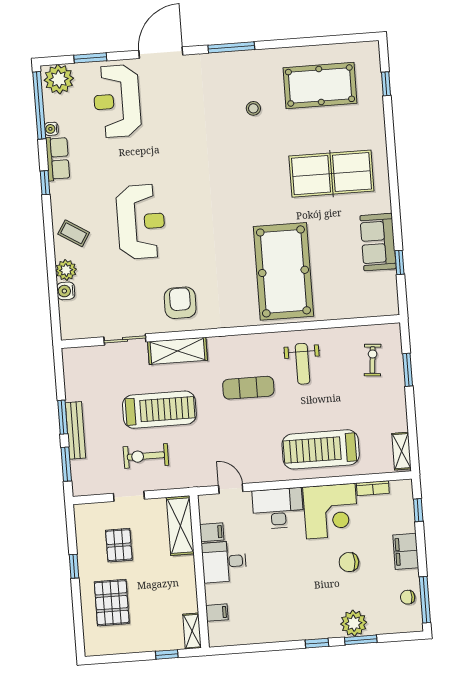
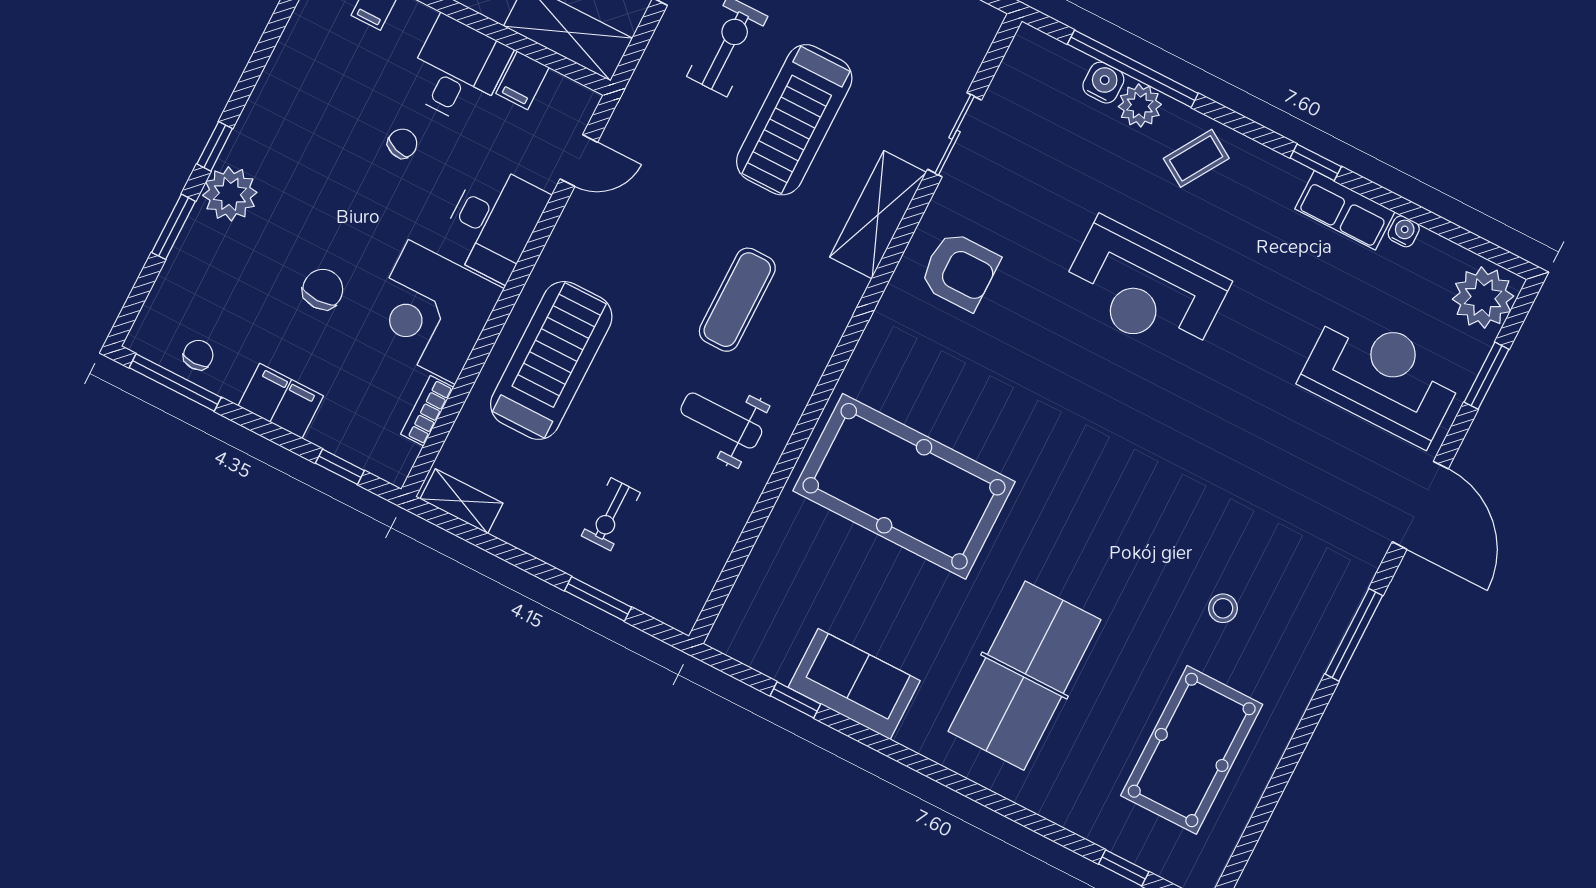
window: (39, 105) -> (1133, 69), moved
exercise bike: (373, 360) -> (611, 514), moved, turned 85
chair: (268, 566) -> (402, 144), added
plant: (354, 623) -> (230, 194), moved

